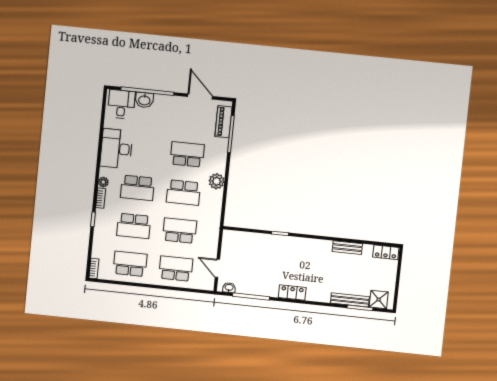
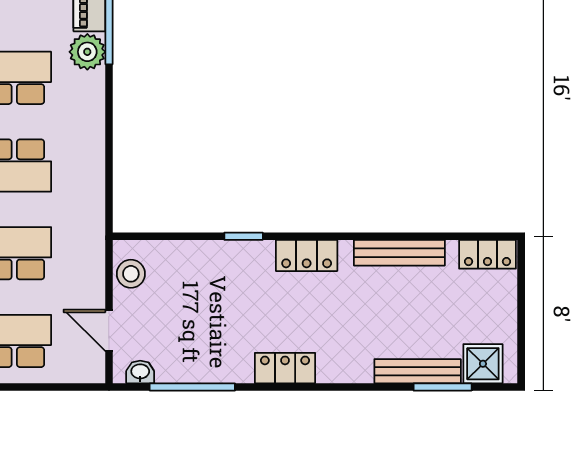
plant: (217, 181) -> (87, 52), moved
stool: (229, 245) -> (131, 274), added
locker: (307, 245) -> (307, 256), added
bench: (347, 248) -> (399, 253), width x1.36

